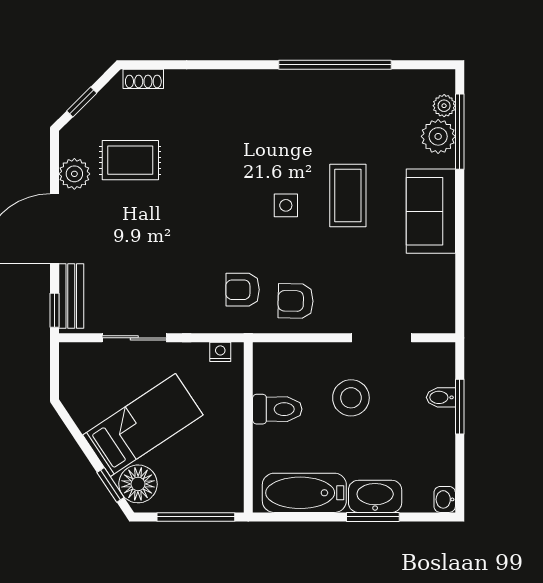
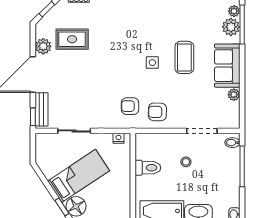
plant: (444, 267) -> (234, 95), added
bidet: (441, 397) -> (232, 143), moved
stool: (351, 398) -> (186, 162), width x0.53, depth x0.53
window: (460, 407) -> (242, 166), width x1.44

